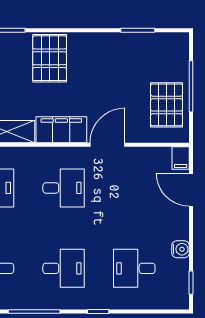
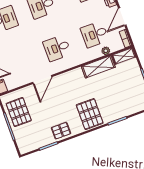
pallet: (107, 48) -> (61, 131), added
filing cabinet: (61, 130) -> (70, 78), removed

